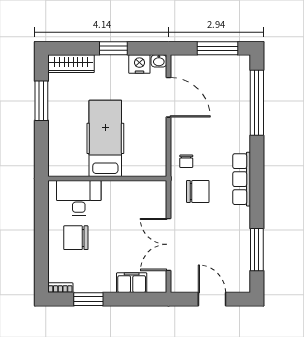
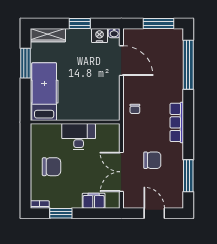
hospital bed: (105, 138) -> (44, 92), moved
chair: (198, 192) -> (152, 160), moved
desk: (79, 198) -> (79, 137), moved
chair: (76, 238) -> (51, 167), turned 180

